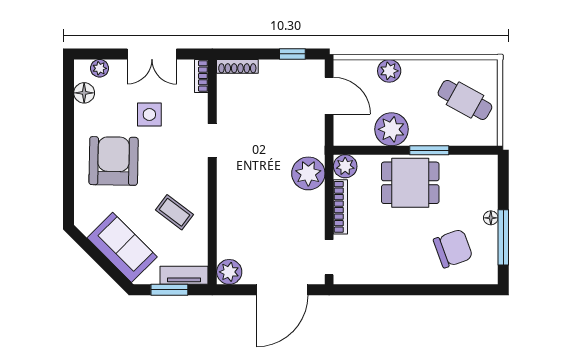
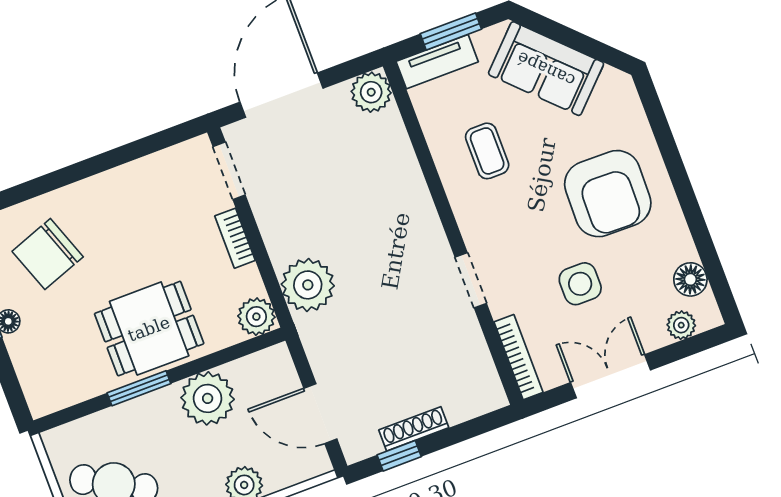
shoe rack: (237, 66) -> (414, 429), moved
bookcase: (201, 76) -> (518, 357), width x1.56
bookcase: (340, 207) -> (235, 238), width x0.64
coffee table: (174, 212) -> (487, 151), turned 53

